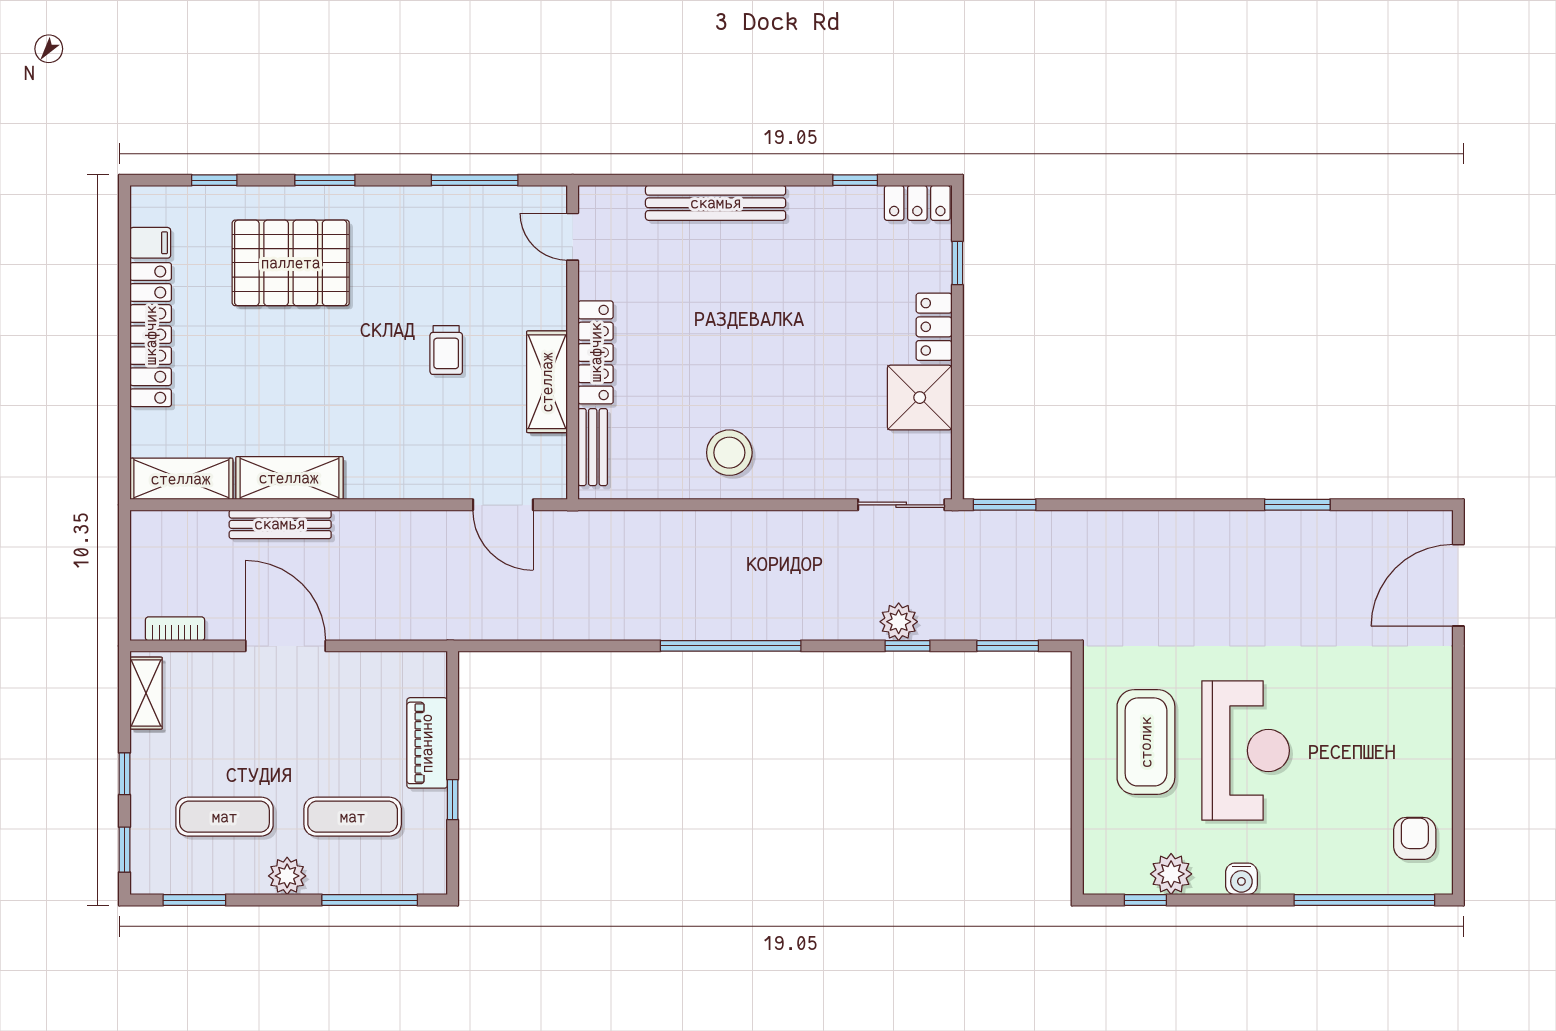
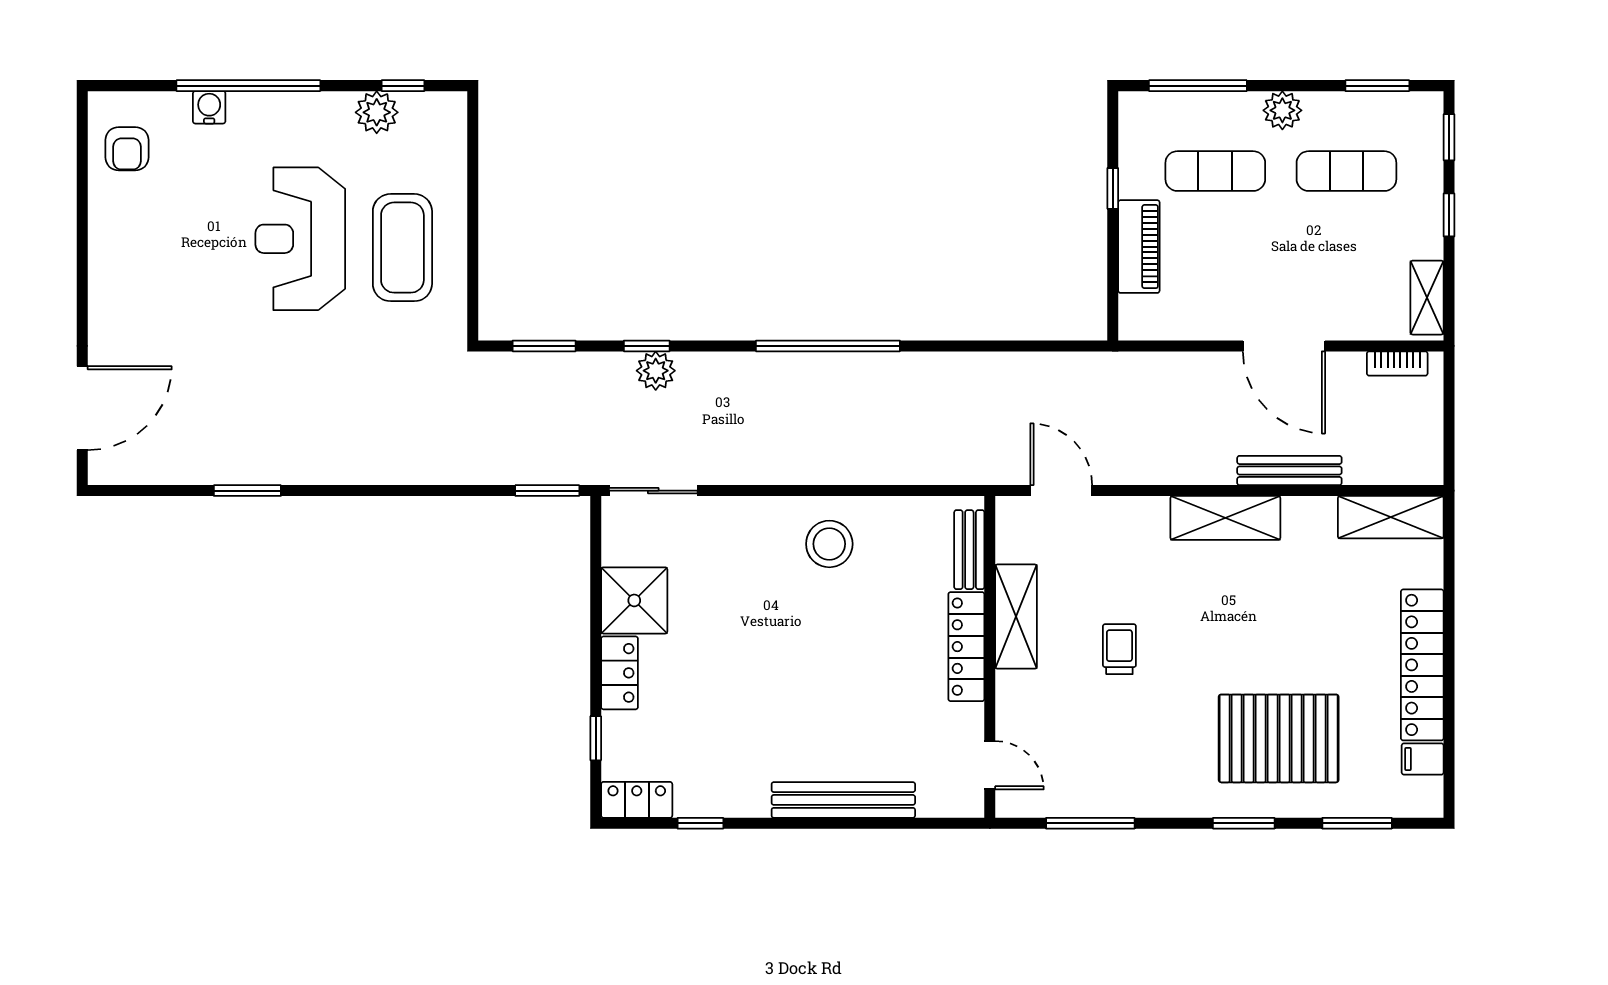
window: (214, 180) -> (1357, 823), width x1.50
shelving: (289, 478) -> (1225, 518), moved
water cooler: (1241, 879) -> (209, 107), moved
window: (1364, 900) -> (248, 86), moved

